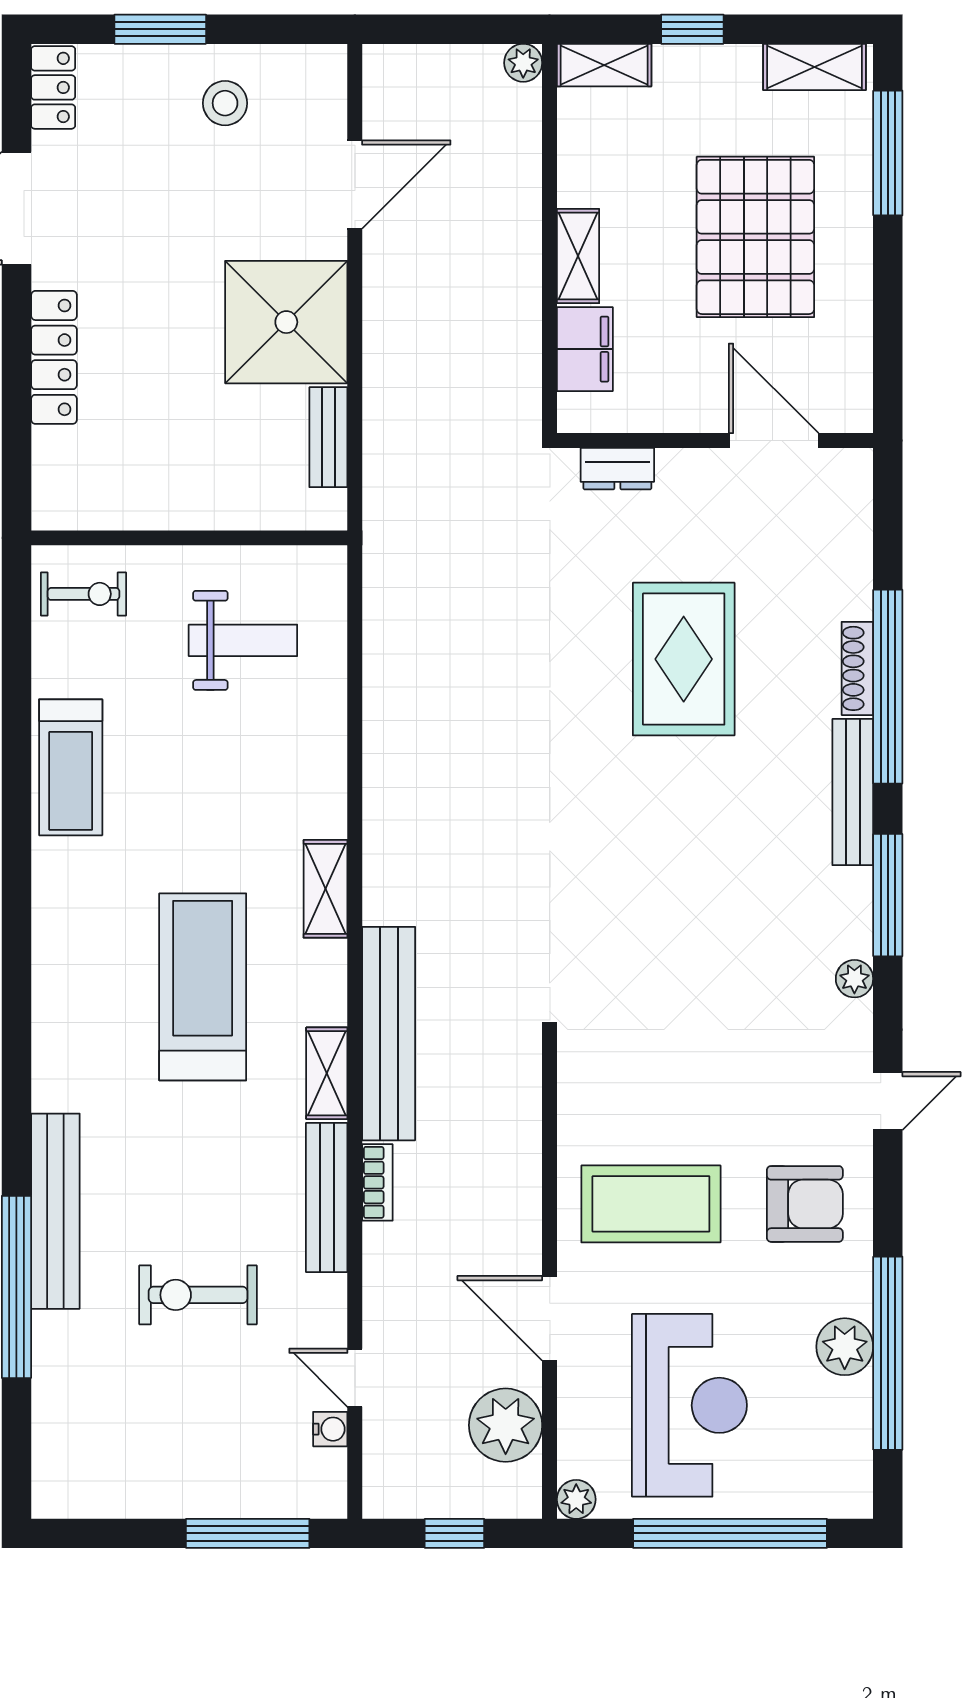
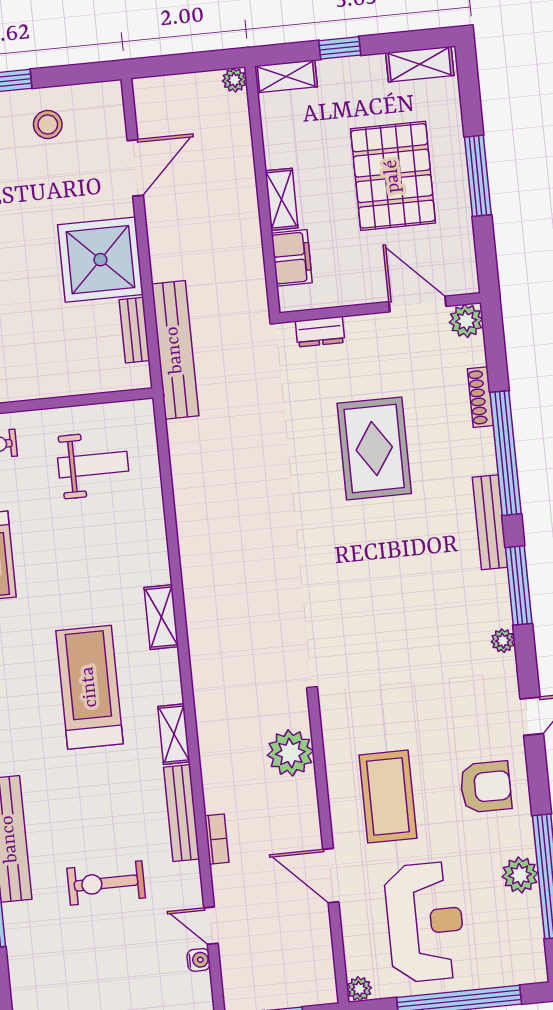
window: (888, 153) -> (478, 176), moved
plant: (847, 474) -> (466, 321), added
shoe rack: (857, 668) -> (480, 397), moved
bench: (389, 1034) -> (175, 350), moved
bookcase: (377, 1182) -> (217, 839), moved
coffee table: (651, 1204) -> (388, 797), turned 90
plant: (506, 1425) -> (290, 753), moved

